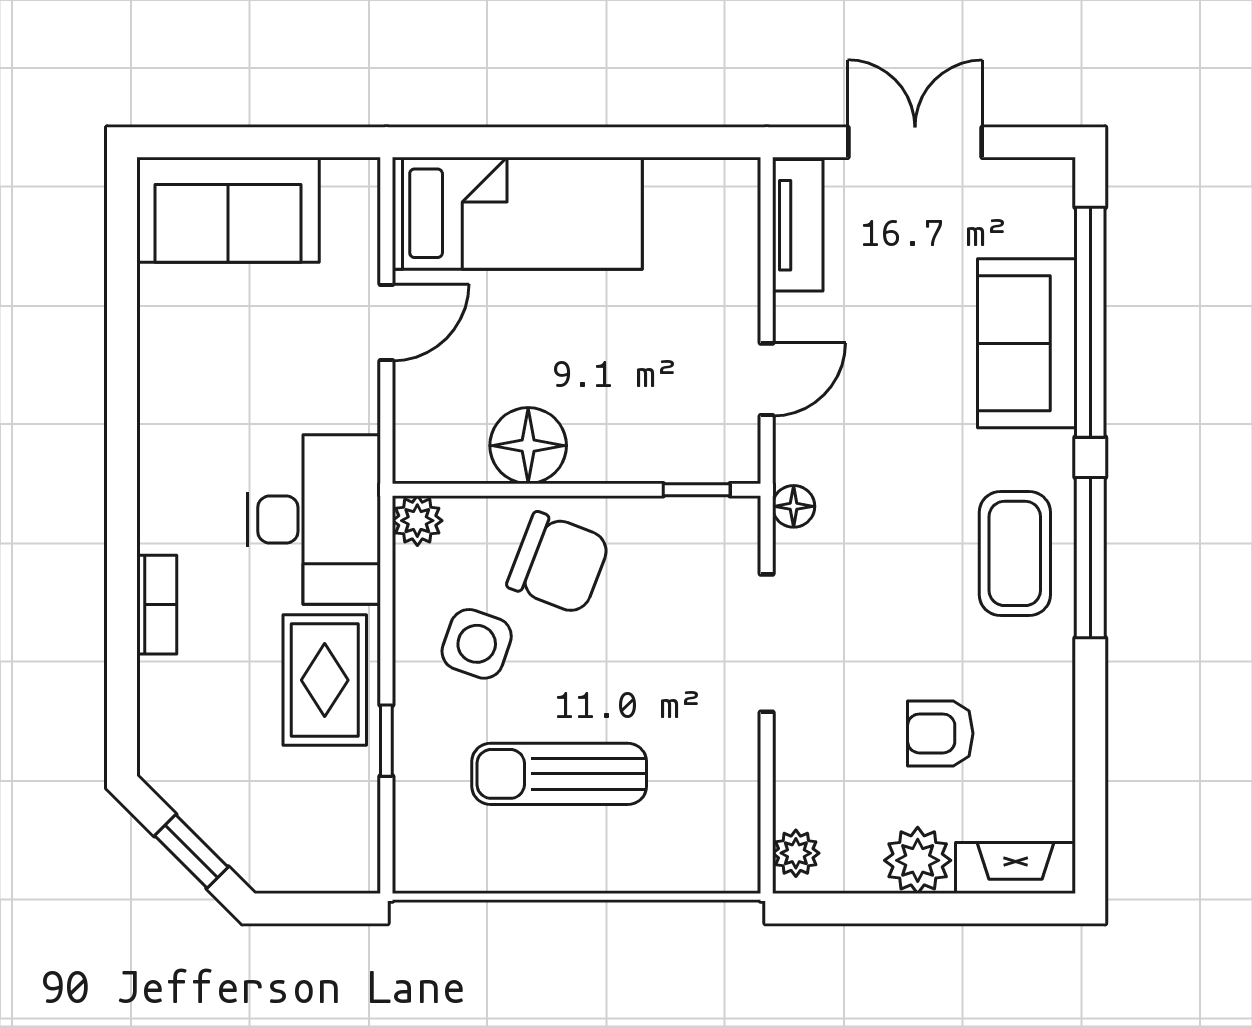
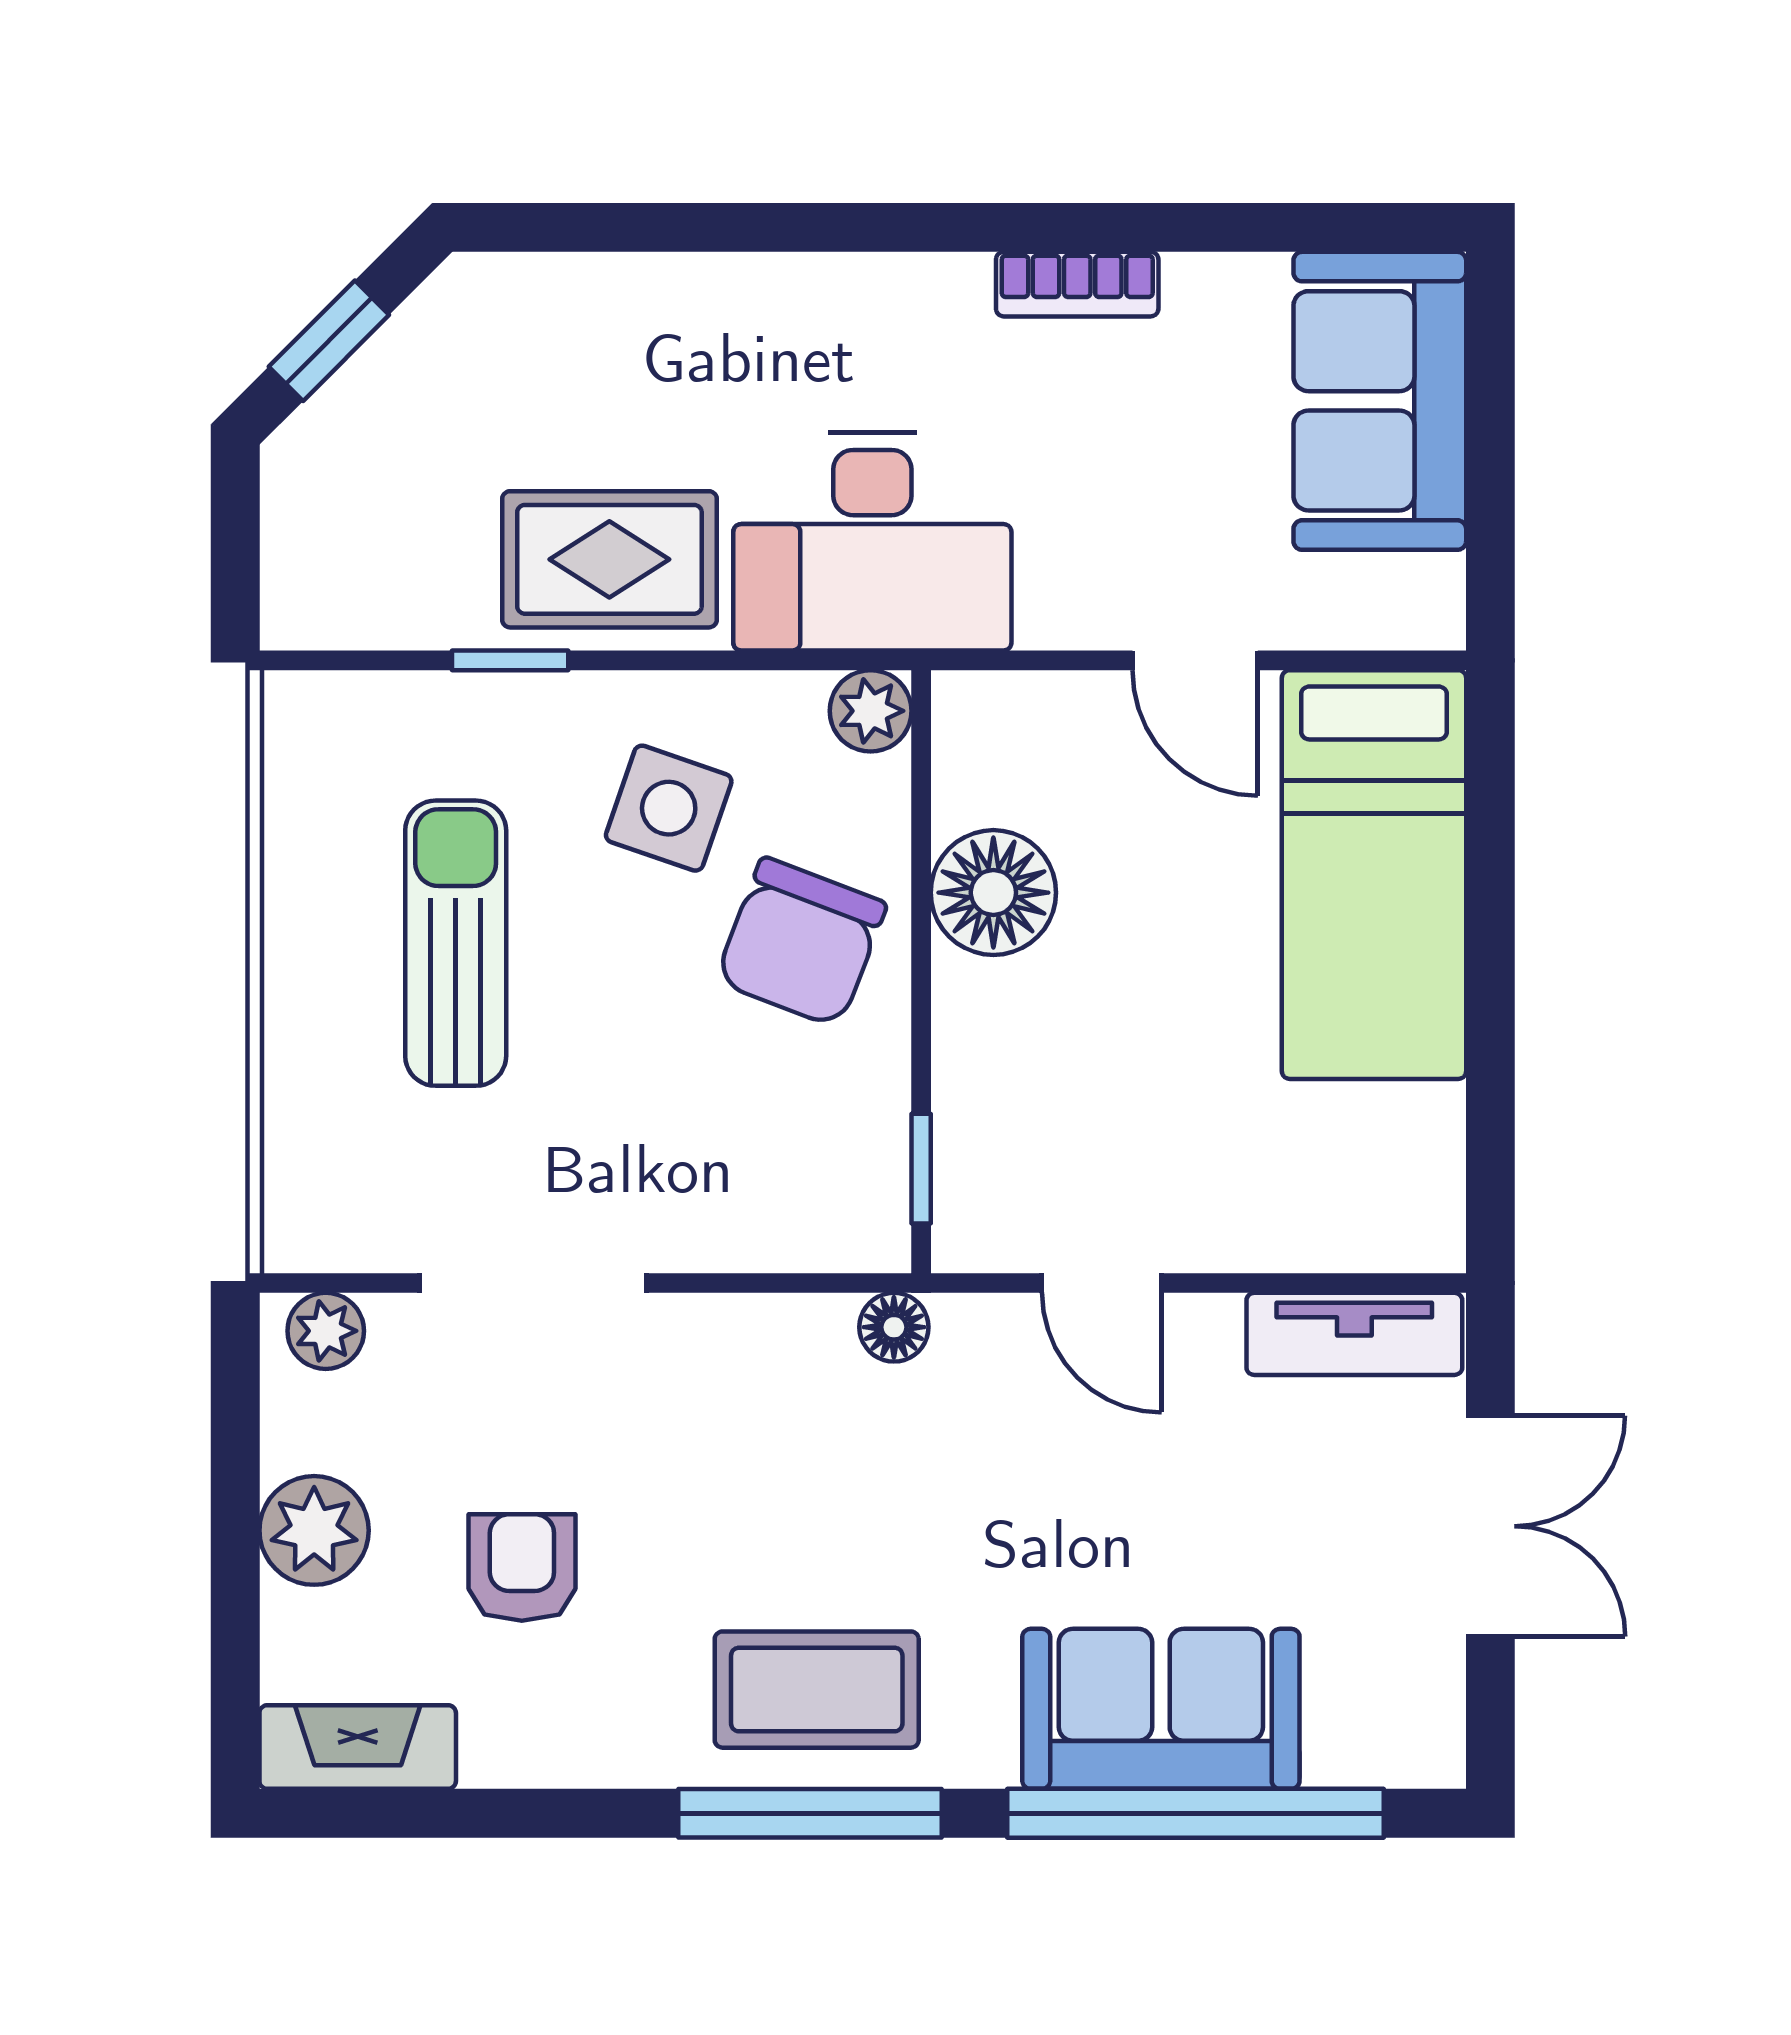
bookcase: (157, 605) -> (1077, 284), moved
doorway: (767, 643) -> (533, 1283), moved
fireplace: (1016, 868) -> (358, 1747), moved, turned -90

